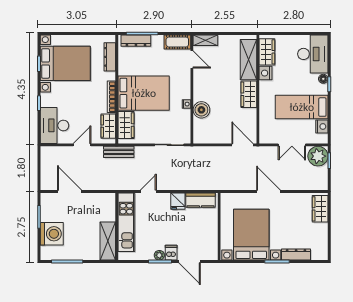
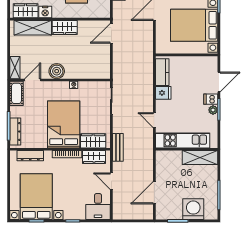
boiler: (201, 110) -> (57, 71), moved
desk: (55, 125) -> (98, 207), width x0.73

